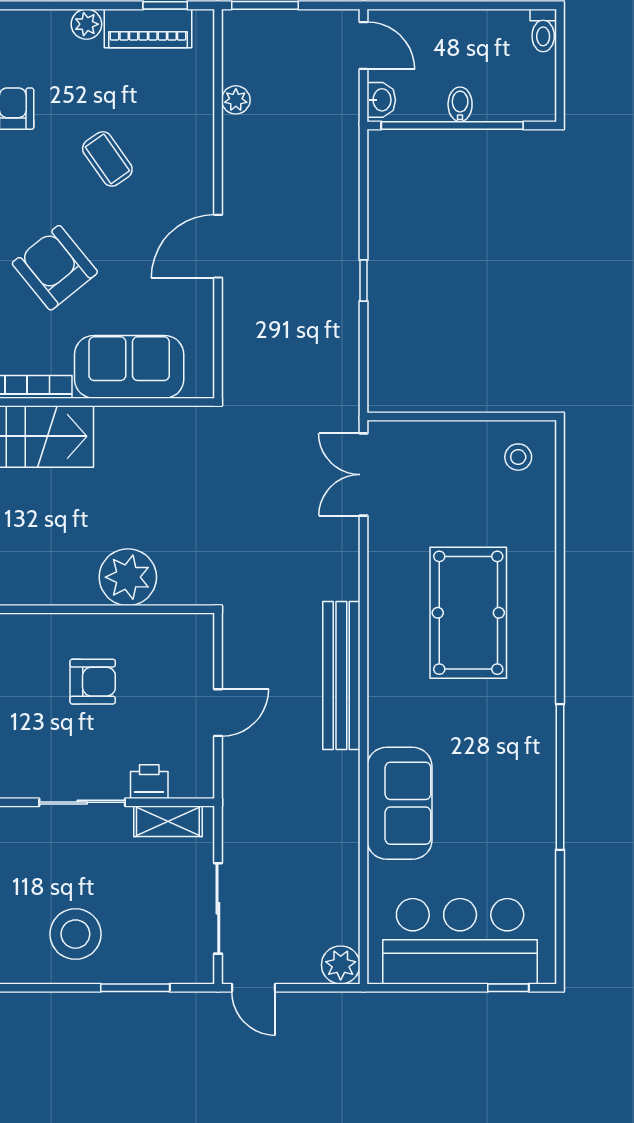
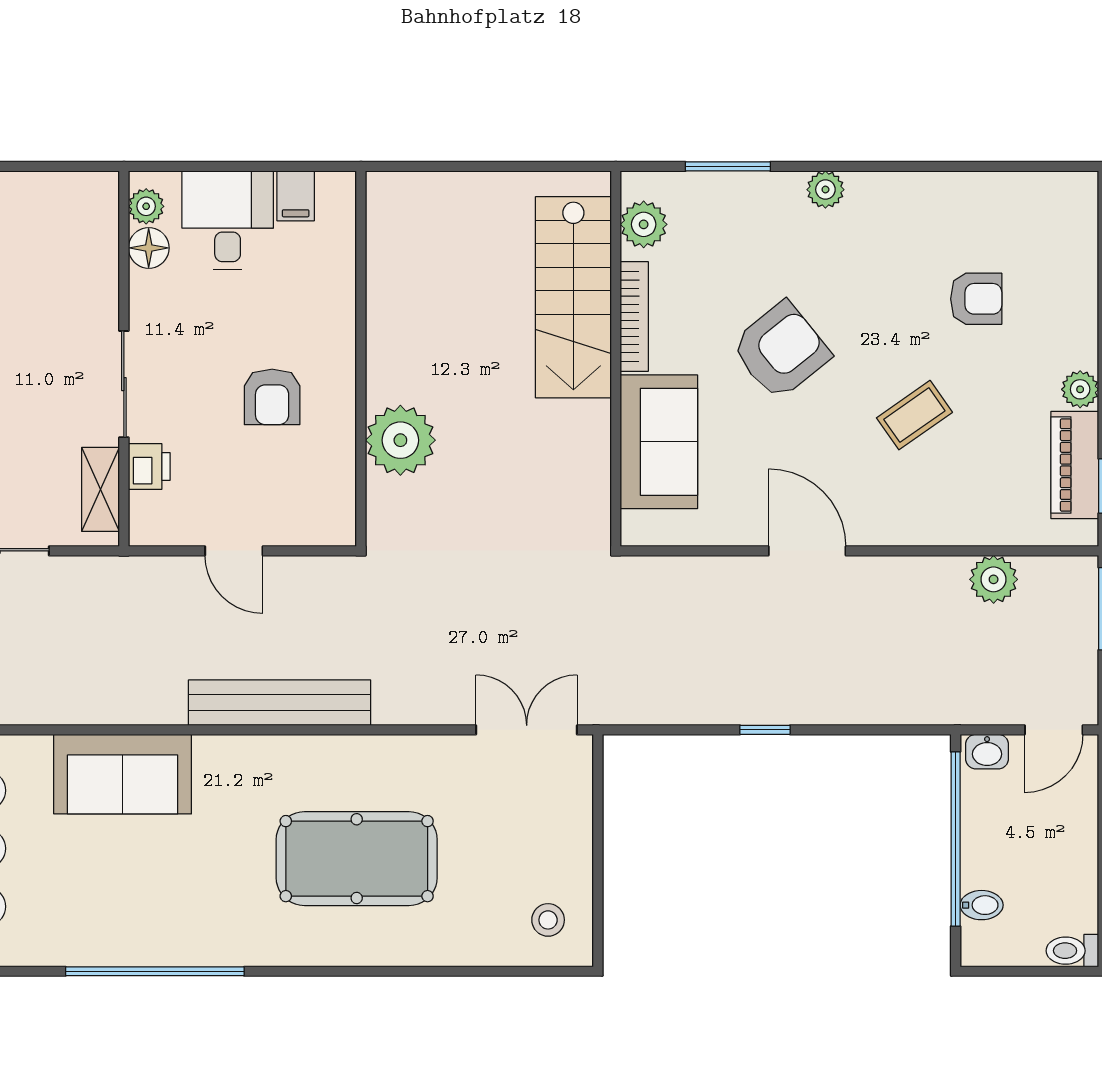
plant: (236, 100) -> (994, 579), width x1.38, depth x1.38
bidet: (460, 104) -> (982, 905), moved

